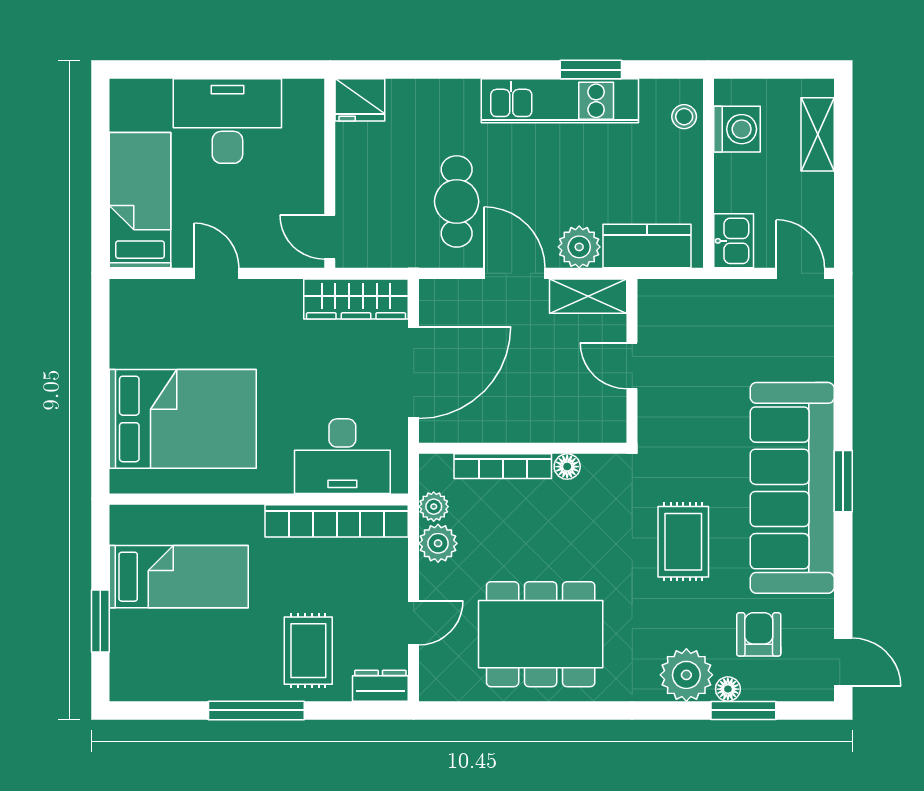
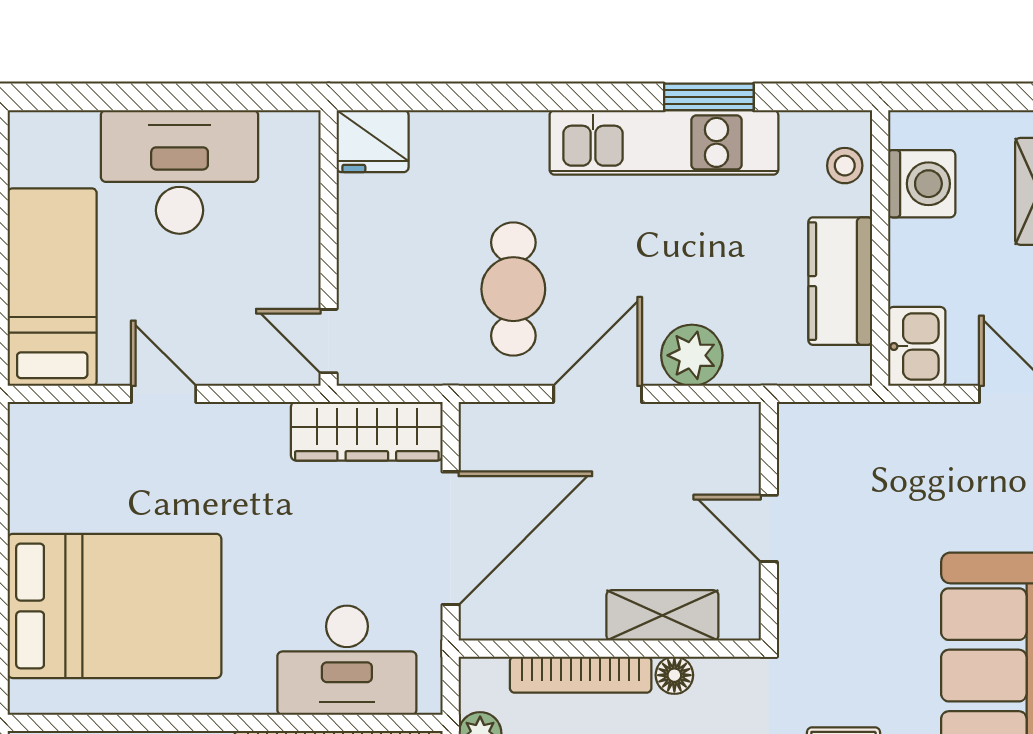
kitchen counter: (647, 246) -> (840, 281), moved, turned -90
door: (514, 273) -> (598, 394), hinge flipped
shelving: (588, 296) -> (662, 615), moved

